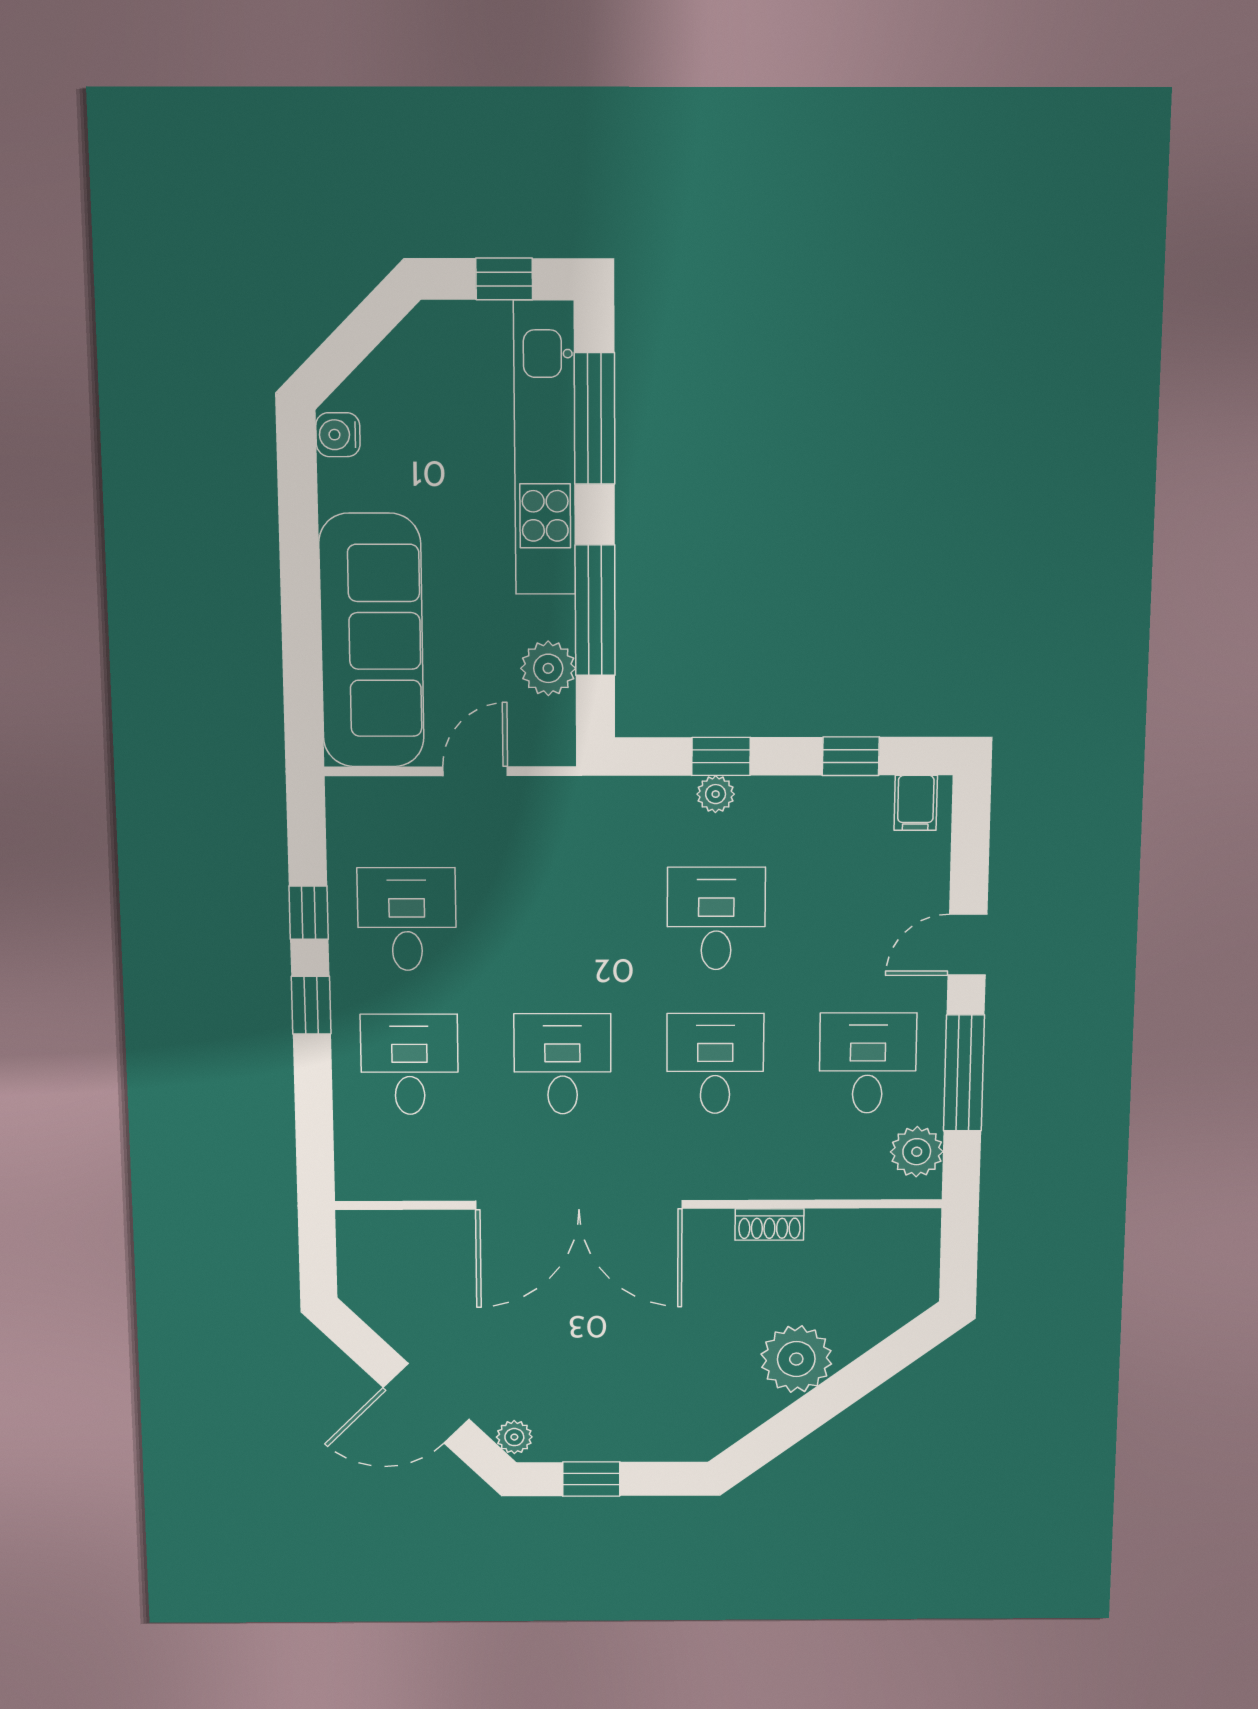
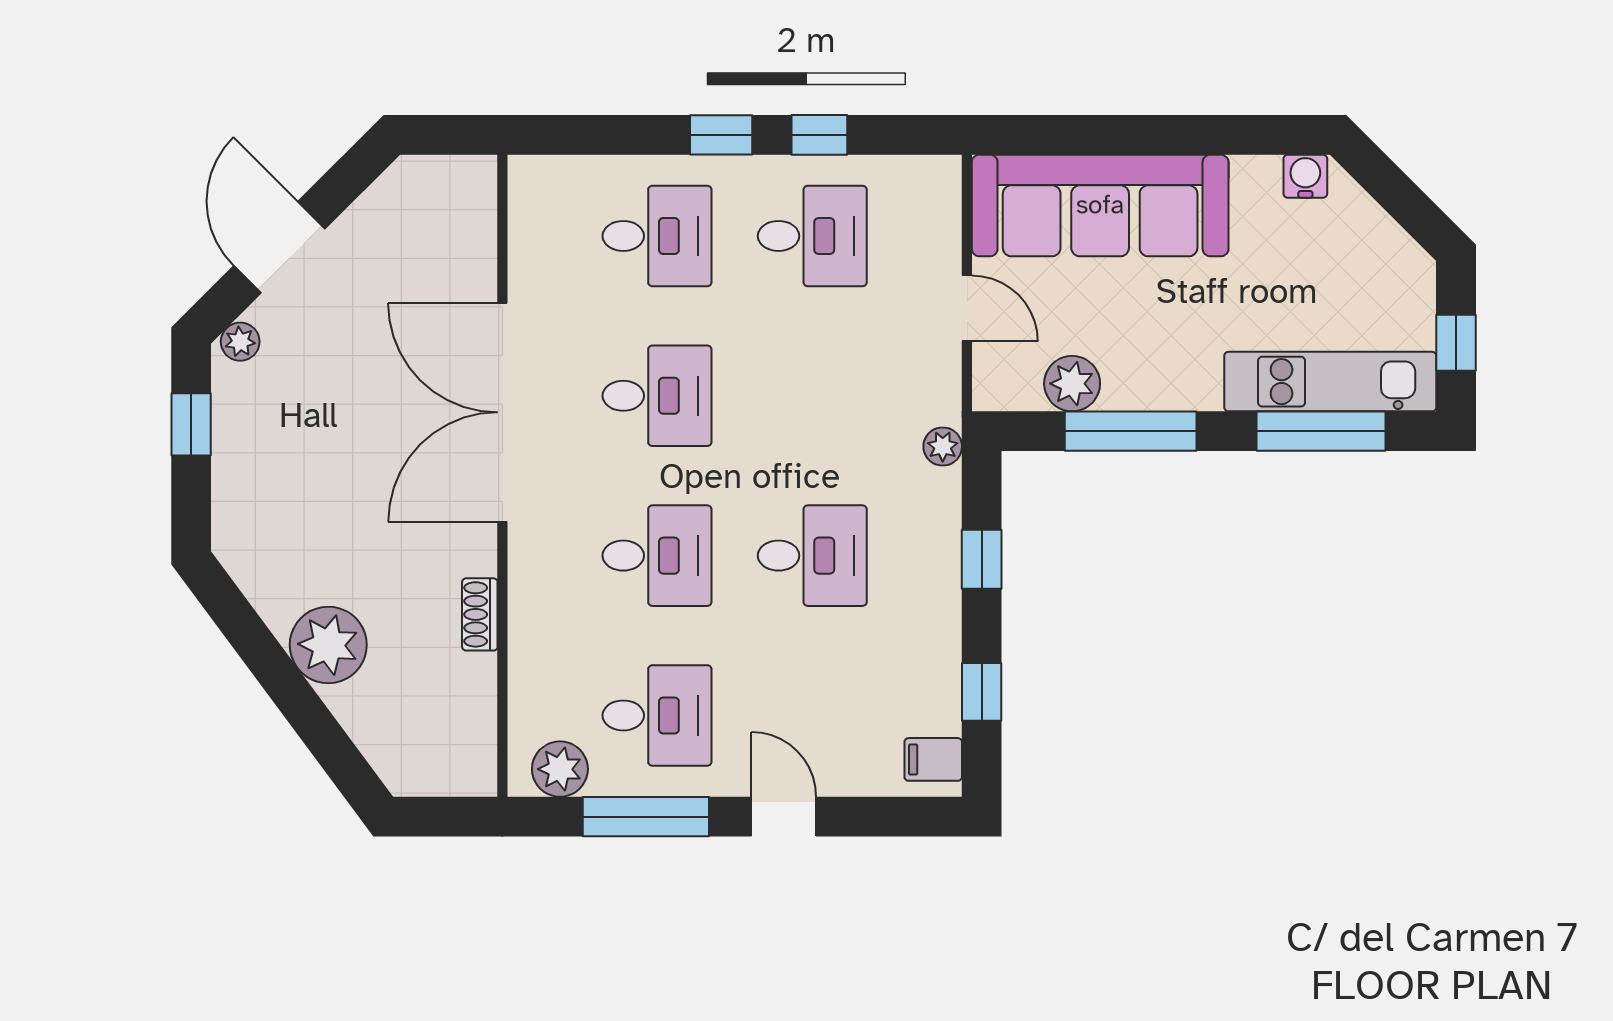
kitchen unit: (545, 448) -> (1330, 382), width x0.73
plant: (716, 794) -> (943, 446), moved

